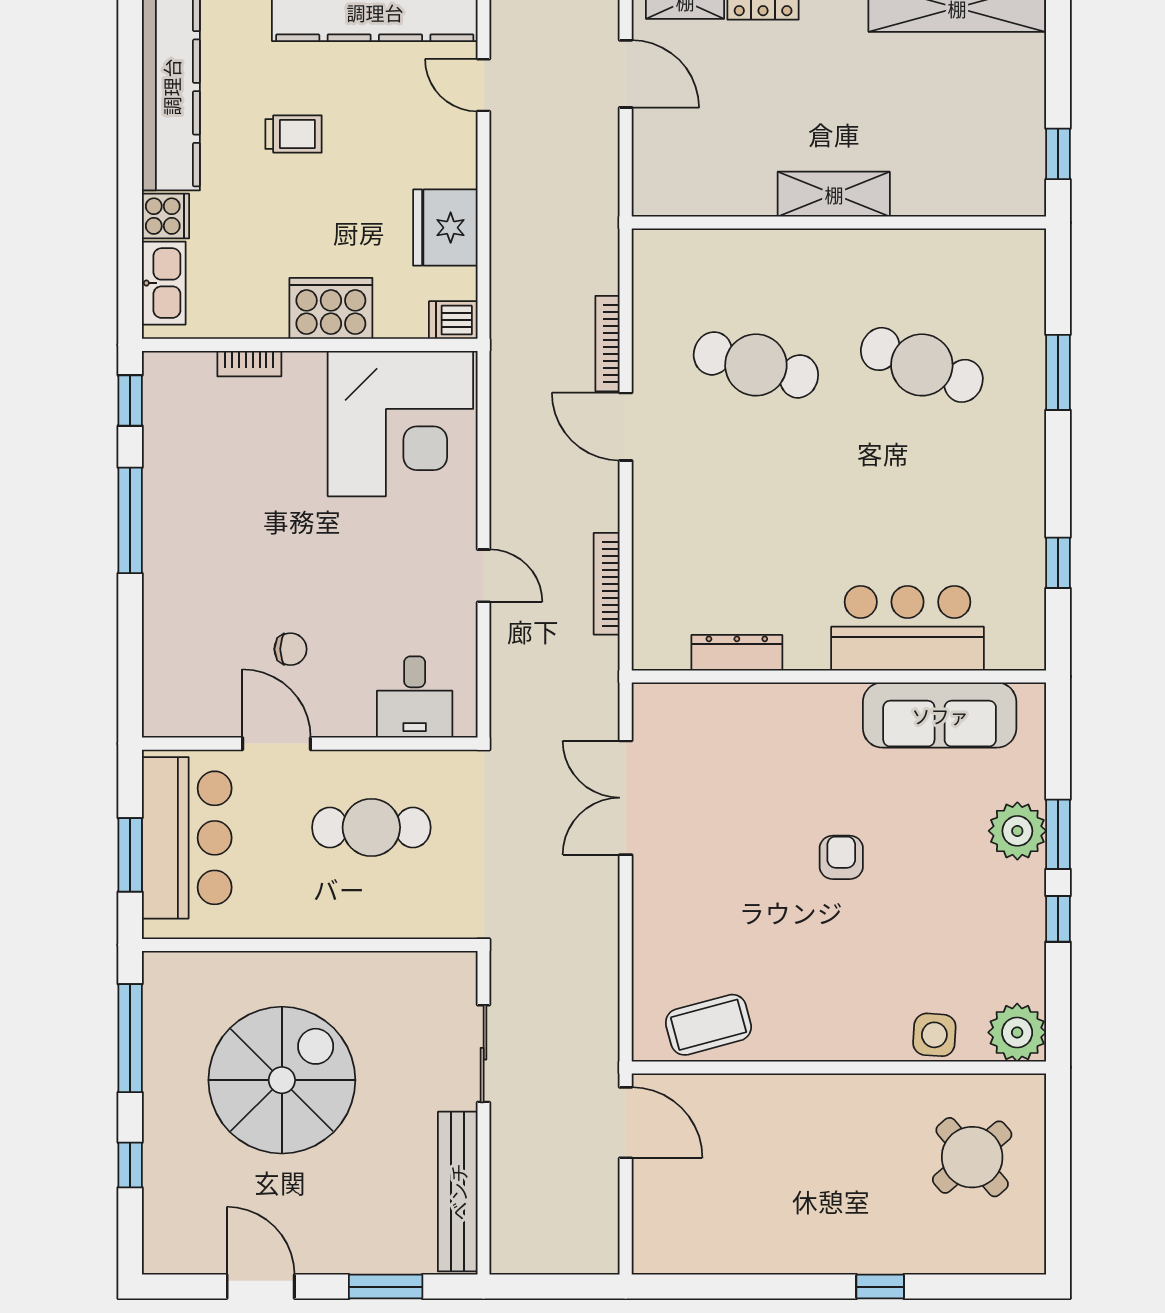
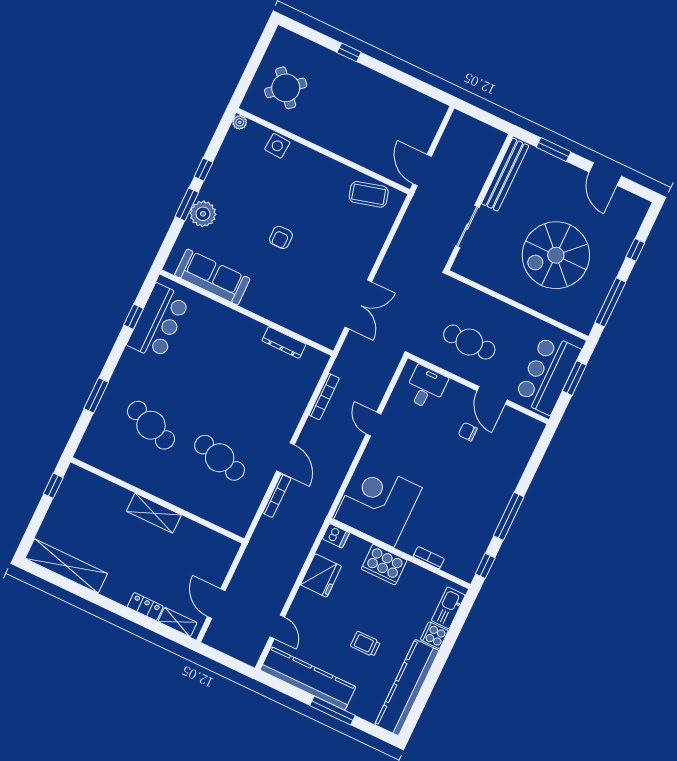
bar counter: (907, 628) -> (159, 322), moved, turned -90
plant: (1017, 1032) -> (240, 122), width x0.53, depth x0.53

